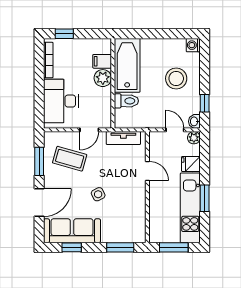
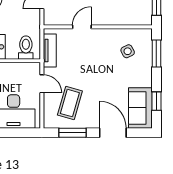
toilet: (126, 101) -> (26, 48), moved
side table: (98, 194) -> (128, 51), moved
sofa: (72, 231) -> (140, 108), width x0.73

